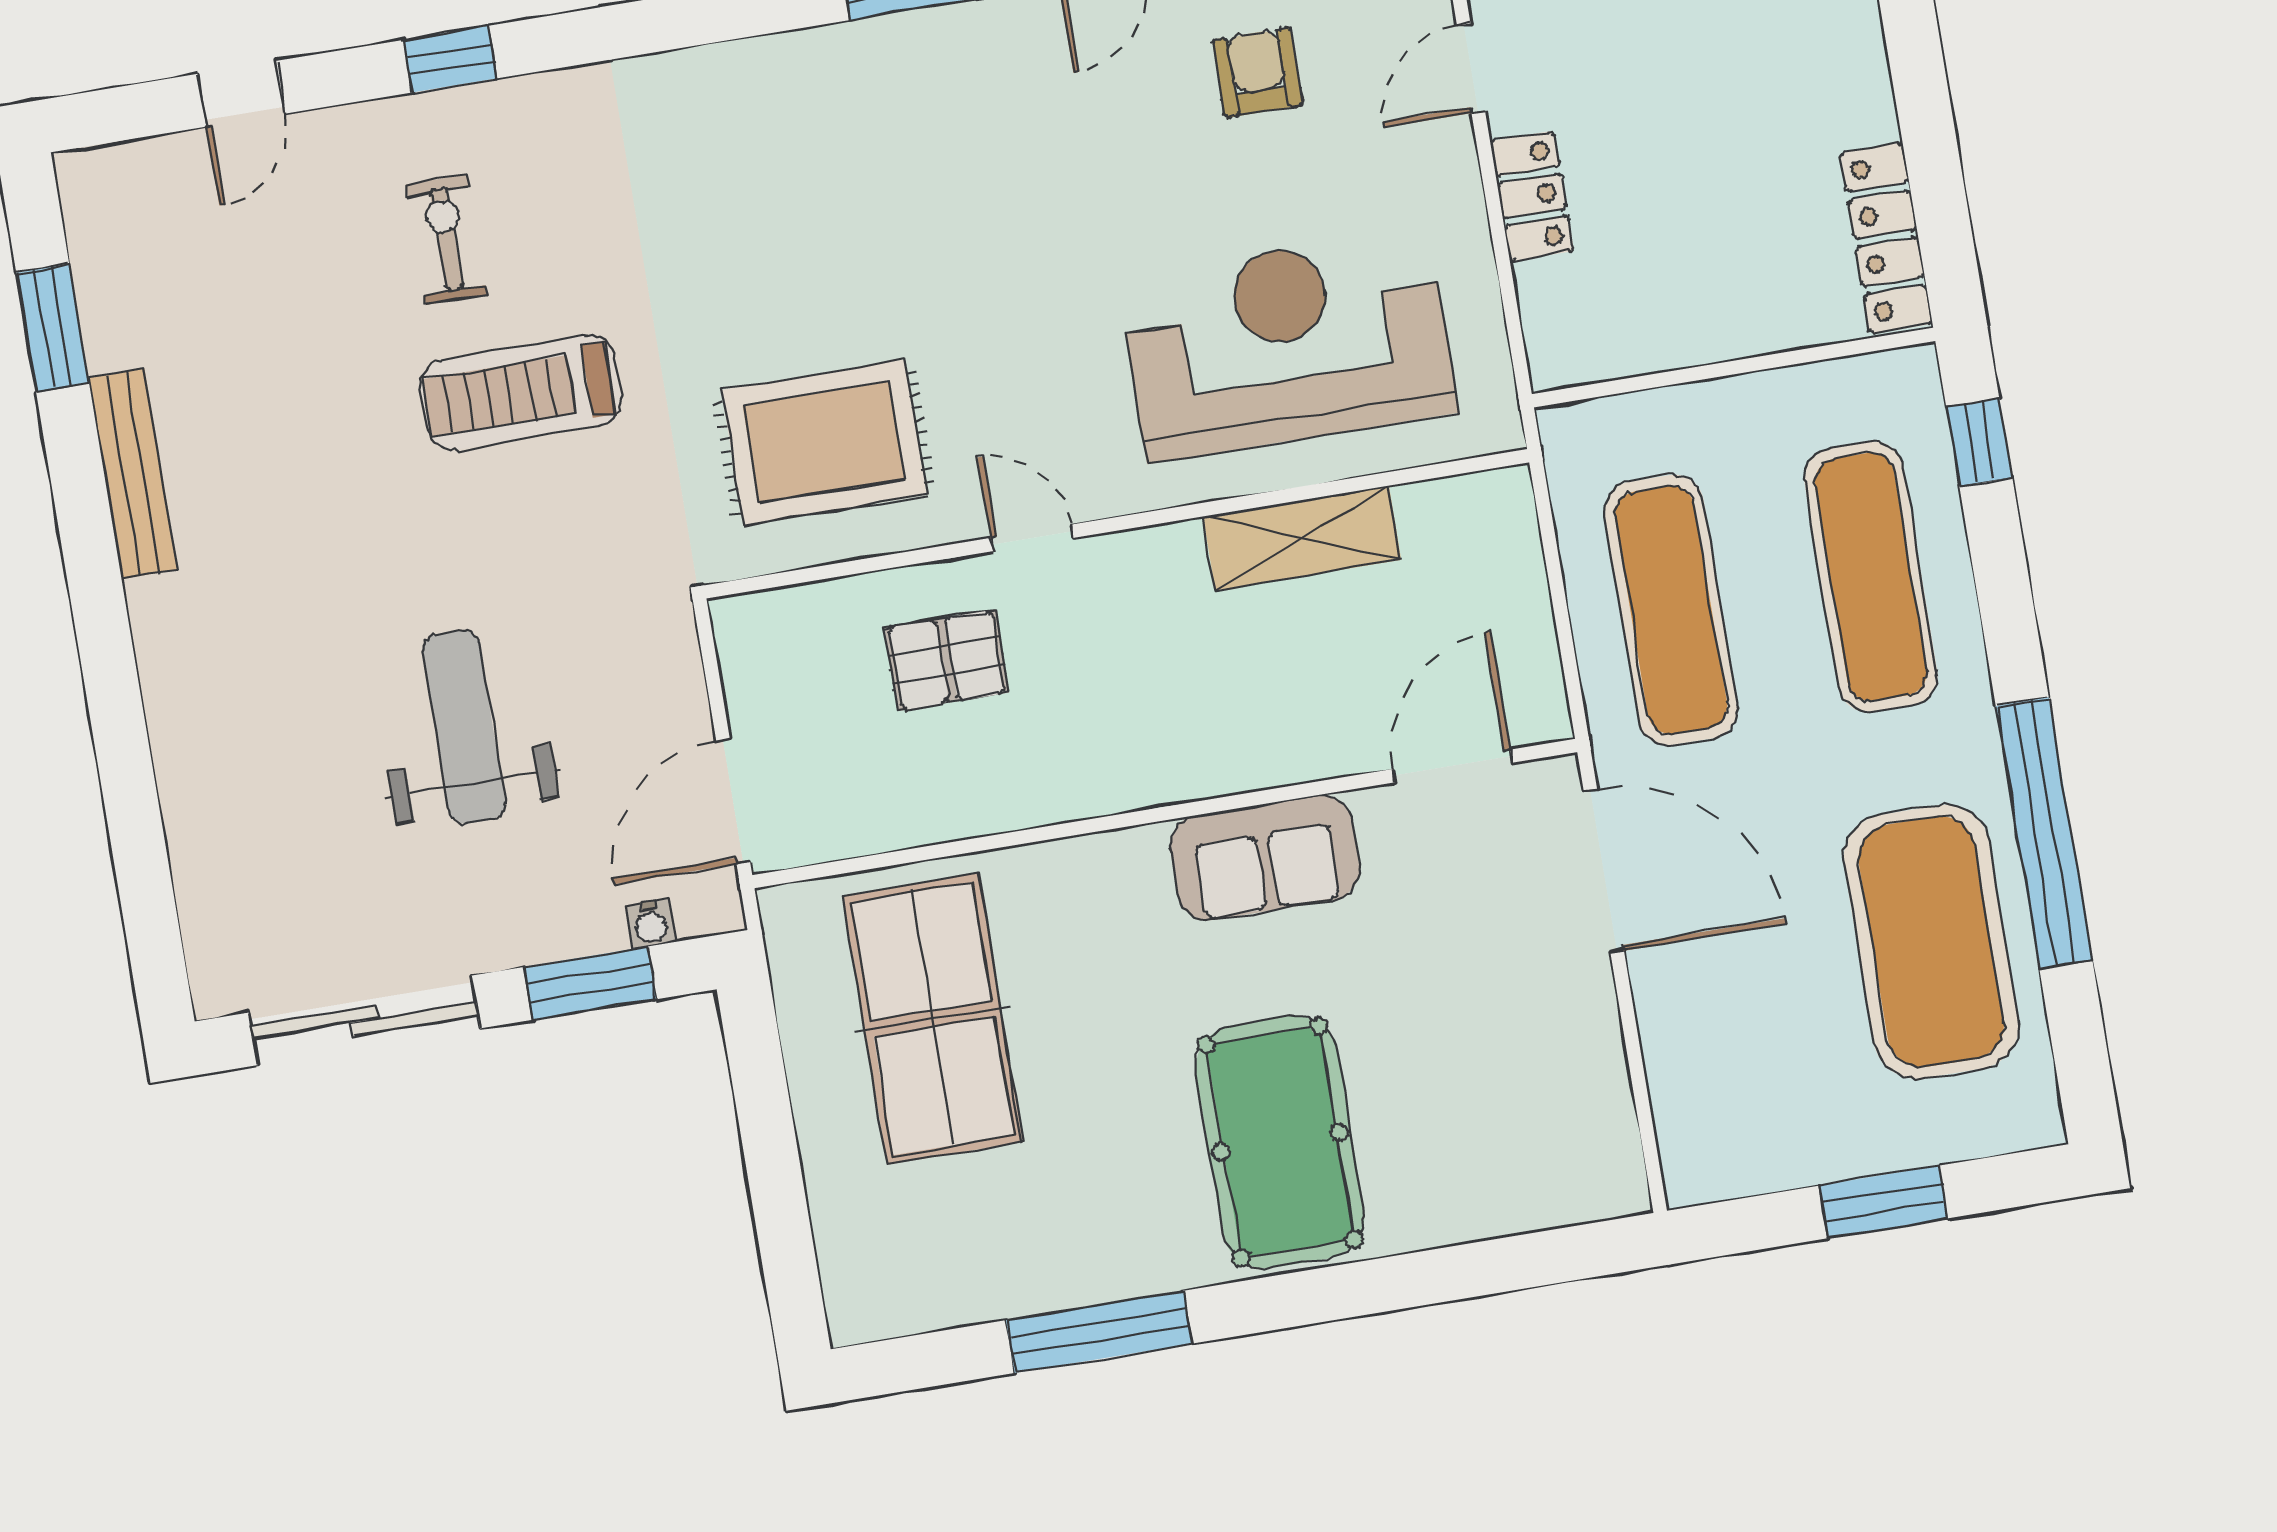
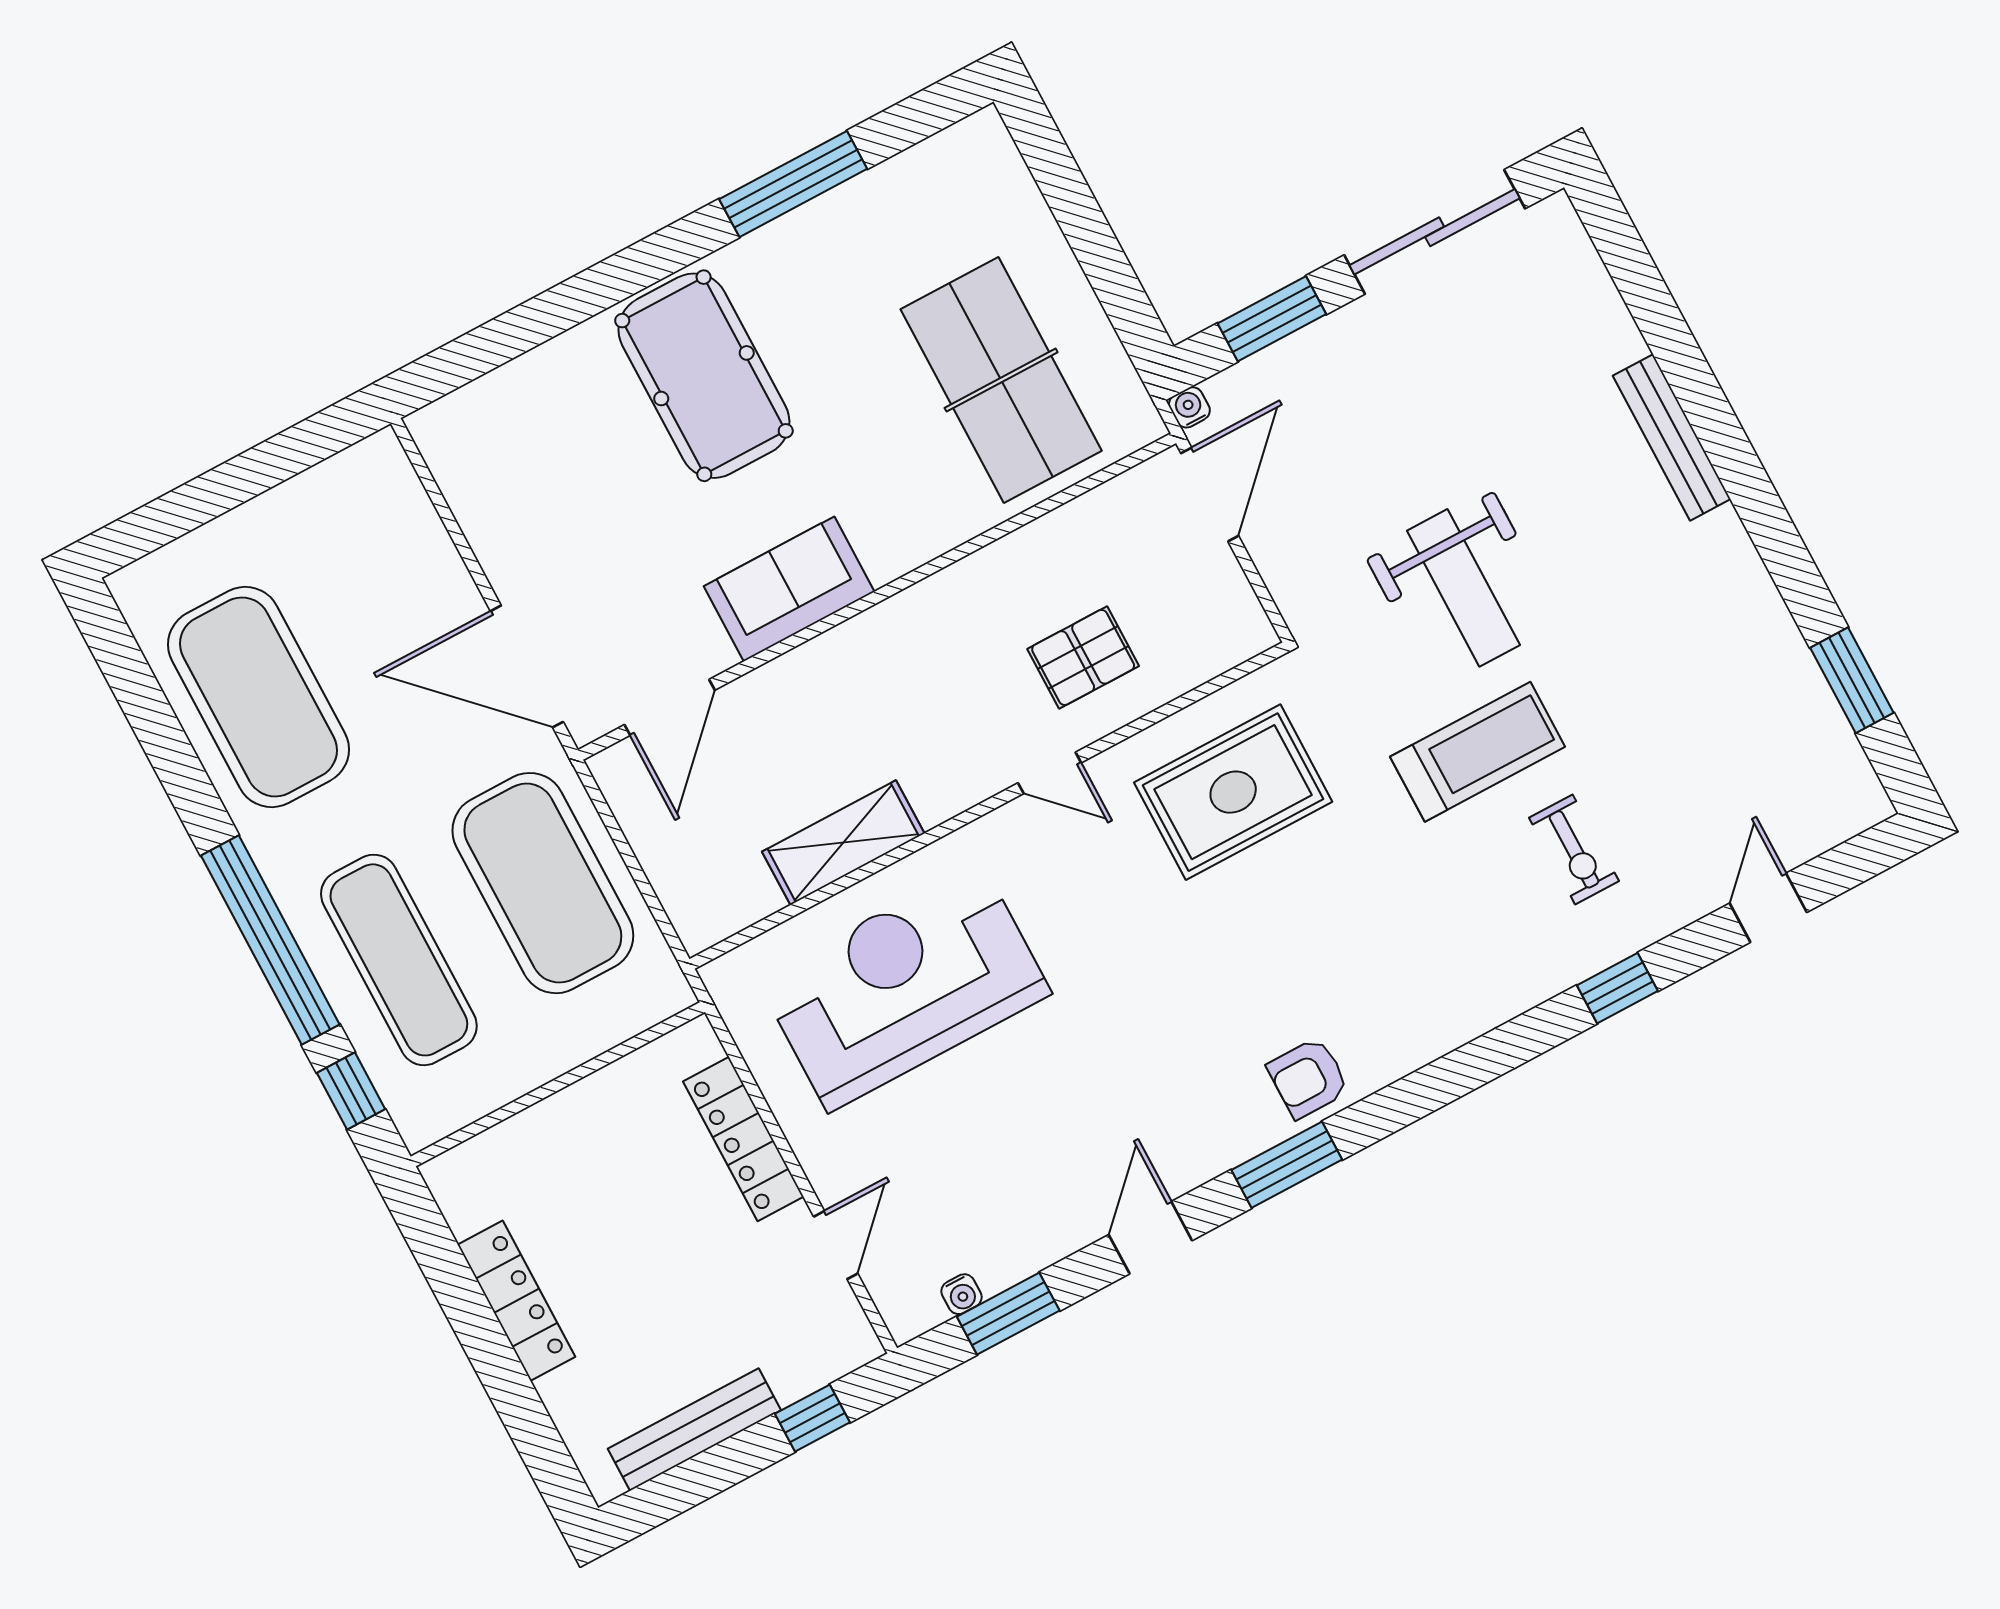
armchair: (1258, 72) -> (1308, 1078), moved, turned 90
locker: (1532, 196) -> (743, 1139), width x1.53
locker: (1886, 238) -> (516, 1301), moved
reception desk: (1288, 345) -> (904, 986), turned 180
bench: (133, 474) -> (1672, 437), moved
exercise mat: (1671, 610) -> (543, 883), width x1.47
weight bench: (464, 727) -> (1463, 588), moved
window: (2044, 833) -> (270, 940), moved
water cooler: (651, 924) -> (1189, 407), moved
window: (1884, 1202) -> (228, 486), removed

